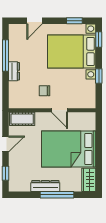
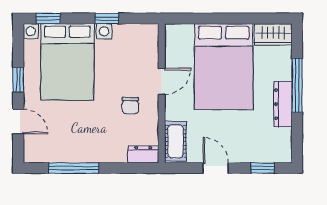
window: (74, 21) -> (18, 80), moved
dresser: (14, 71) -> (143, 154), moved

